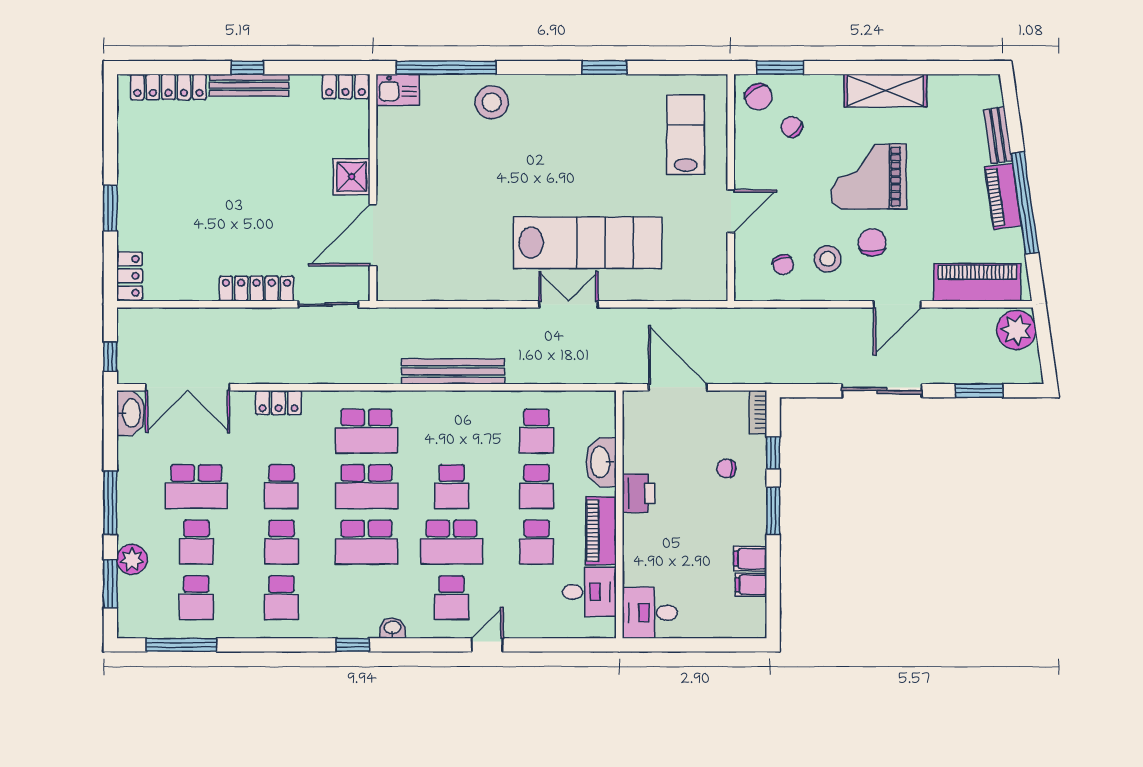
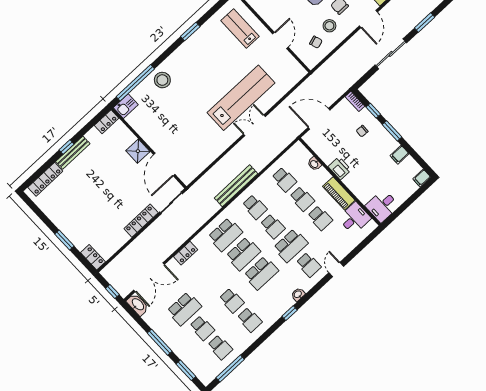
washbasin: (601, 462) -> (314, 164), width x0.52, depth x0.69
school desk: (281, 487) -> (255, 207), moved
plant: (132, 559) -> (185, 355), removed
filing cabinet: (751, 585) -> (422, 178), moved

